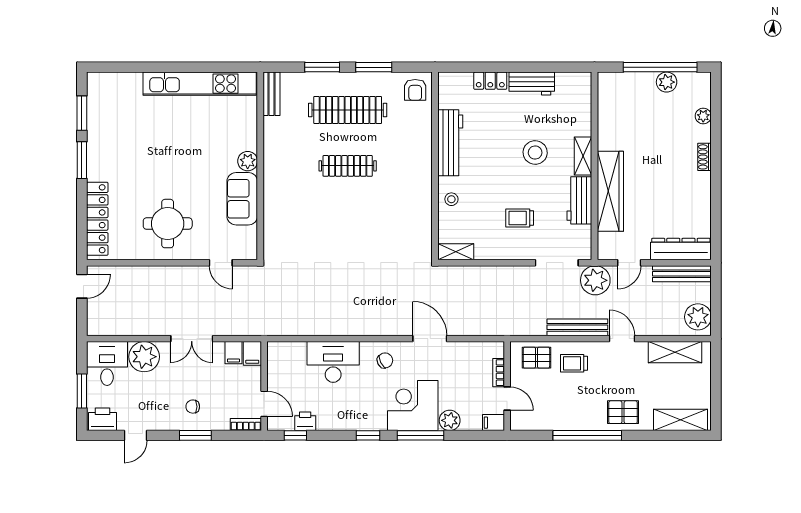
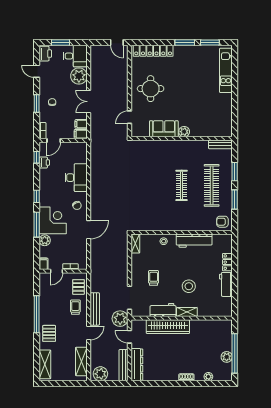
kitchen unit: (200, 84) -> (226, 70), moved, width x0.73

